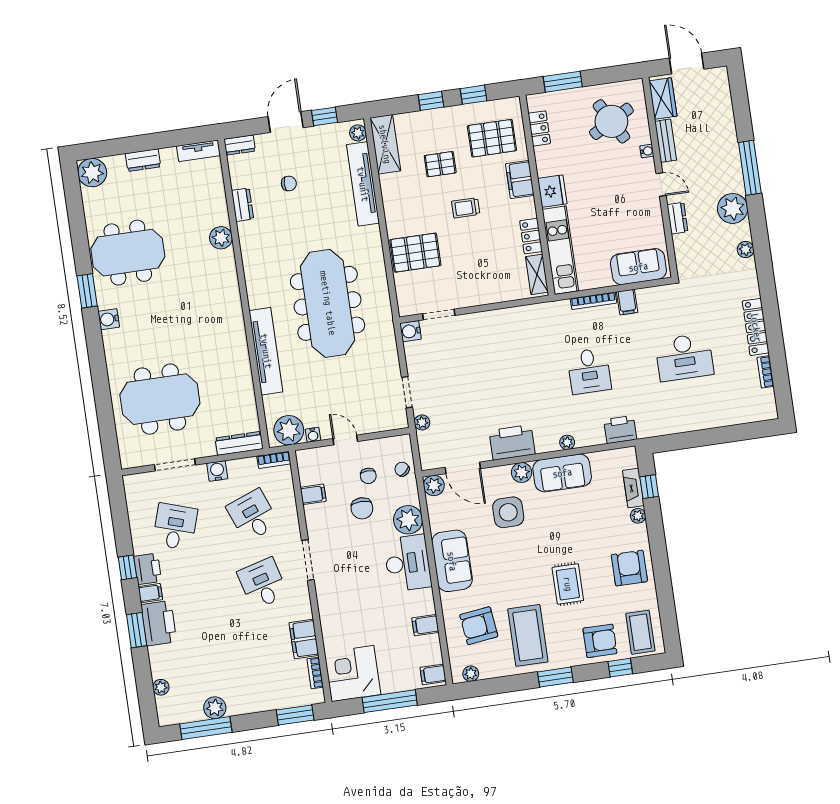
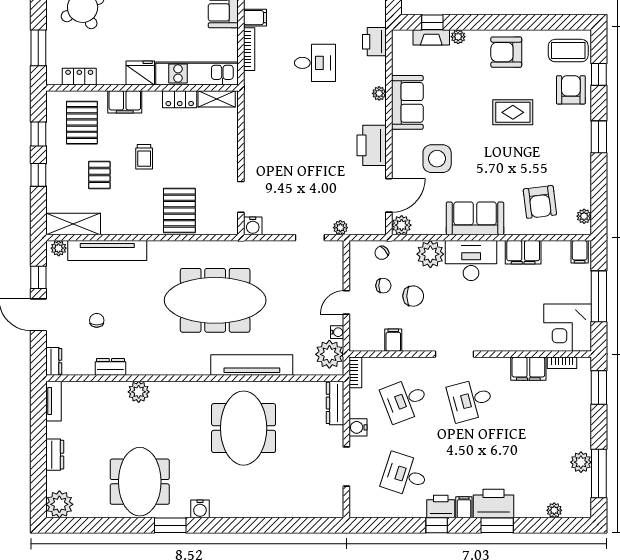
meeting table: (160, 399) -> (244, 428), moved
plant: (522, 472) -> (401, 141), removed
filing cabinet: (425, 625) -> (523, 252), width x2.00
coffee table: (528, 635) -> (556, 157), removed

